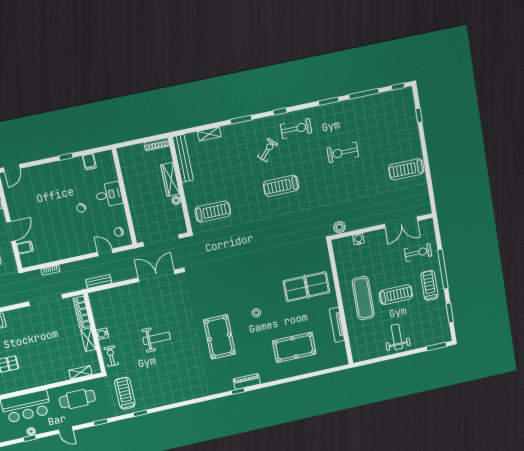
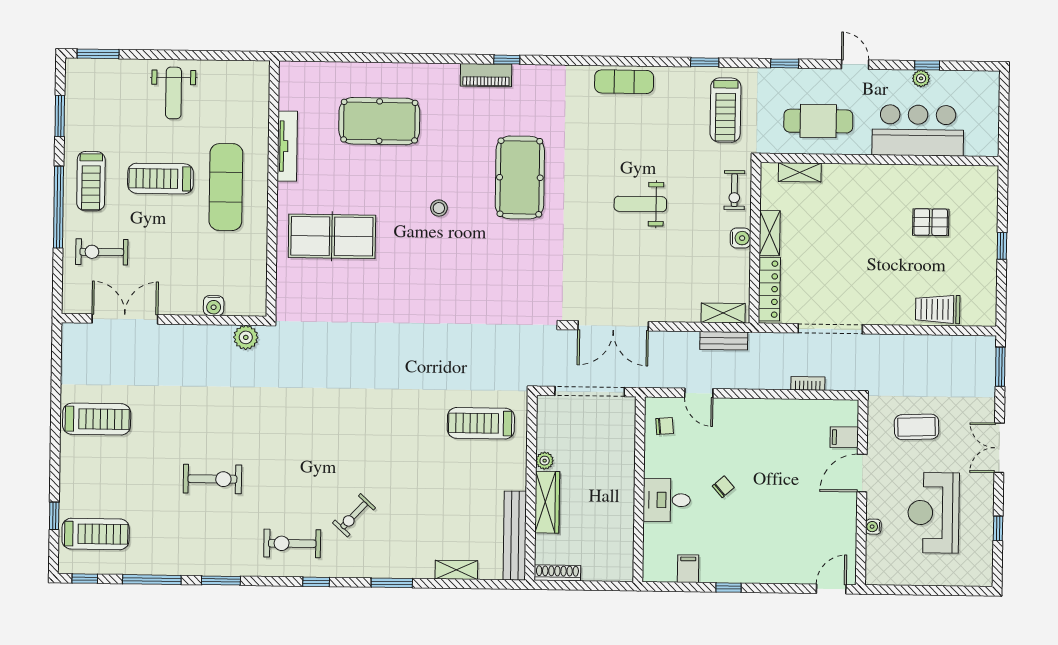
treadmill: (281, 186) -> (96, 534), moved
shelving: (102, 295) -> (723, 313), added
exercise mat: (178, 395) -> (624, 82), added

